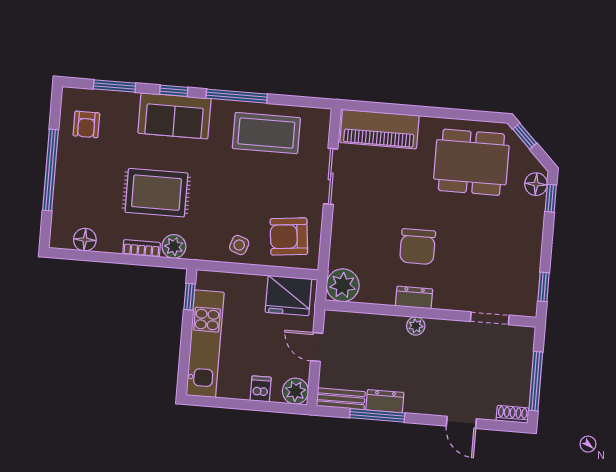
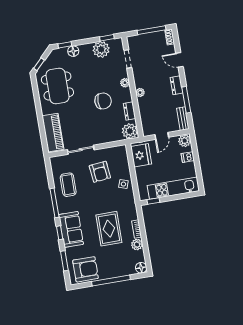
armchair: (86, 124) -> (86, 269), width x1.88, depth x1.88
coffee table: (266, 133) -> (68, 185), width x0.73, depth x0.76
floor lamp: (536, 184) -> (73, 51), moved
armchair: (289, 237) -> (100, 172), moved
floor lamp: (85, 240) -> (141, 268), moved
plant: (174, 246) -> (137, 245), moved
plant: (523, 269) -> (101, 49), added
dresser: (414, 297) -> (130, 111), moved
plant: (443, 300) -> (125, 83), added
dresser: (385, 401) -> (177, 85), moved
door: (461, 422) -> (180, 60), swing flipped

